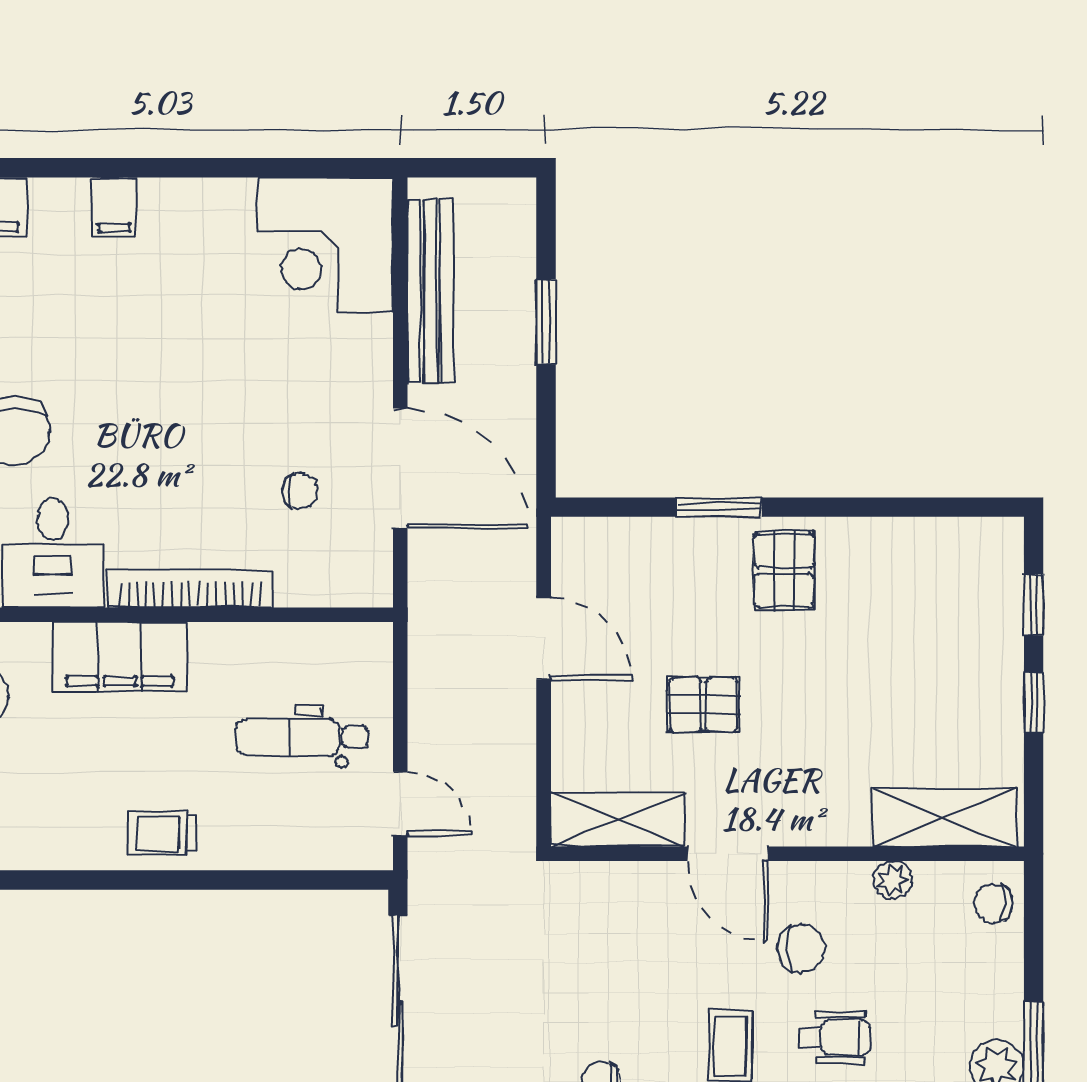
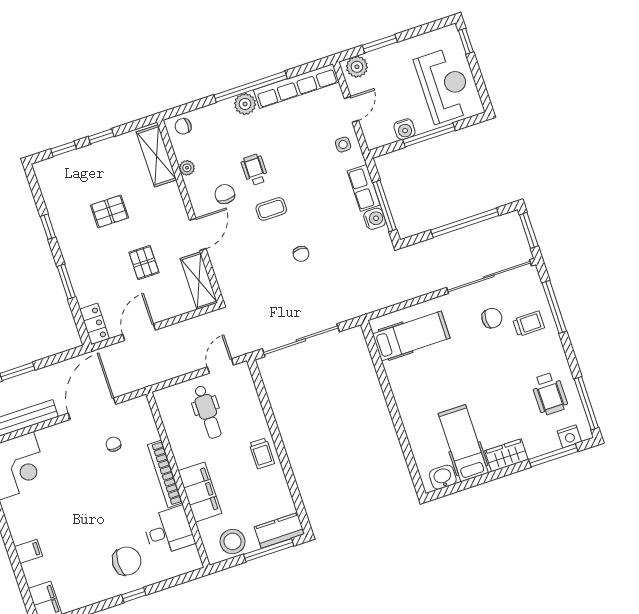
window: (863, 507) -> (48, 227), added
locker: (598, 540) -> (94, 324), added
pallet: (784, 570) -> (109, 211), moved
chair: (993, 904) -> (183, 126), turned 90

